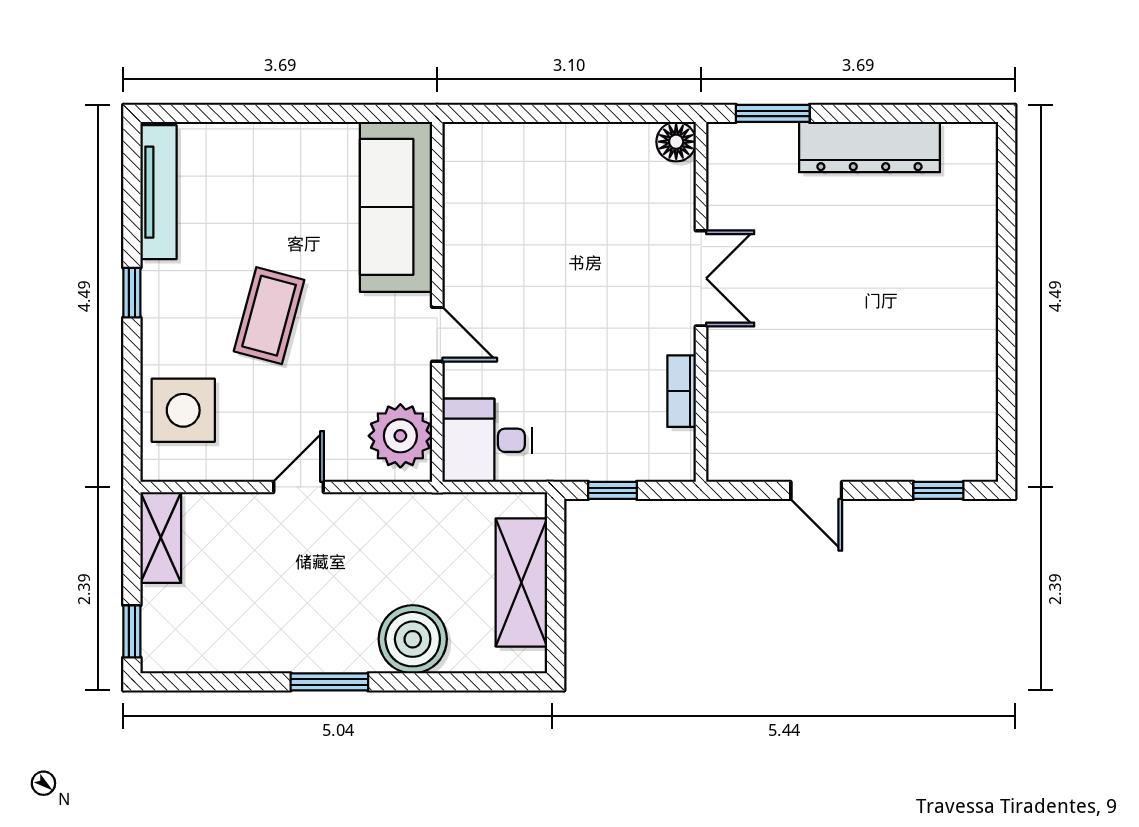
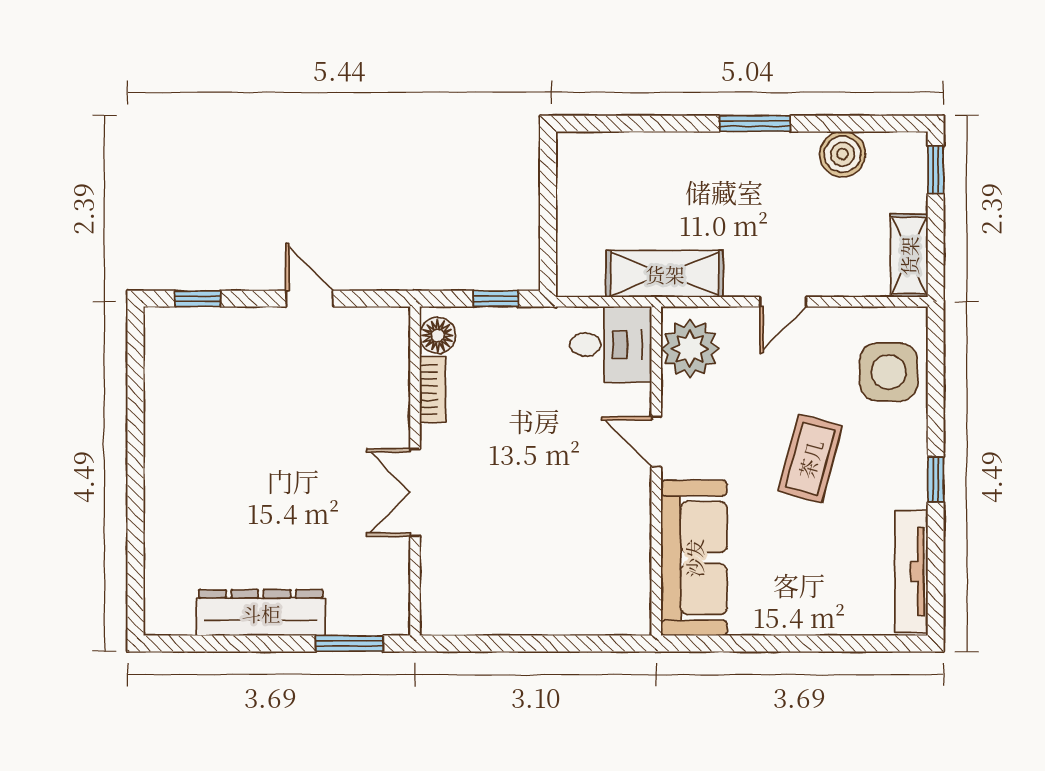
floor lamp: (676, 142) -> (438, 336), moved
shelving: (521, 582) -> (665, 274), moved, turned 90
boiler: (413, 639) -> (842, 154), moved, width x0.73, depth x0.73

